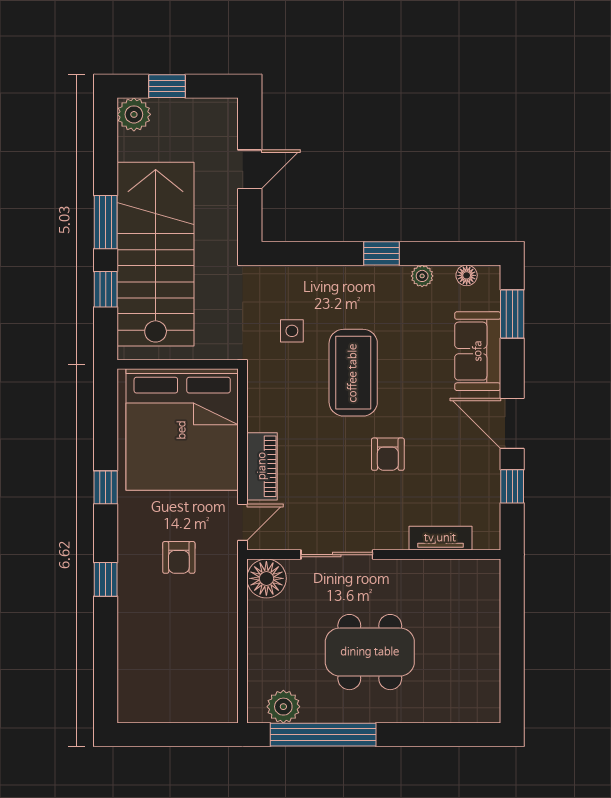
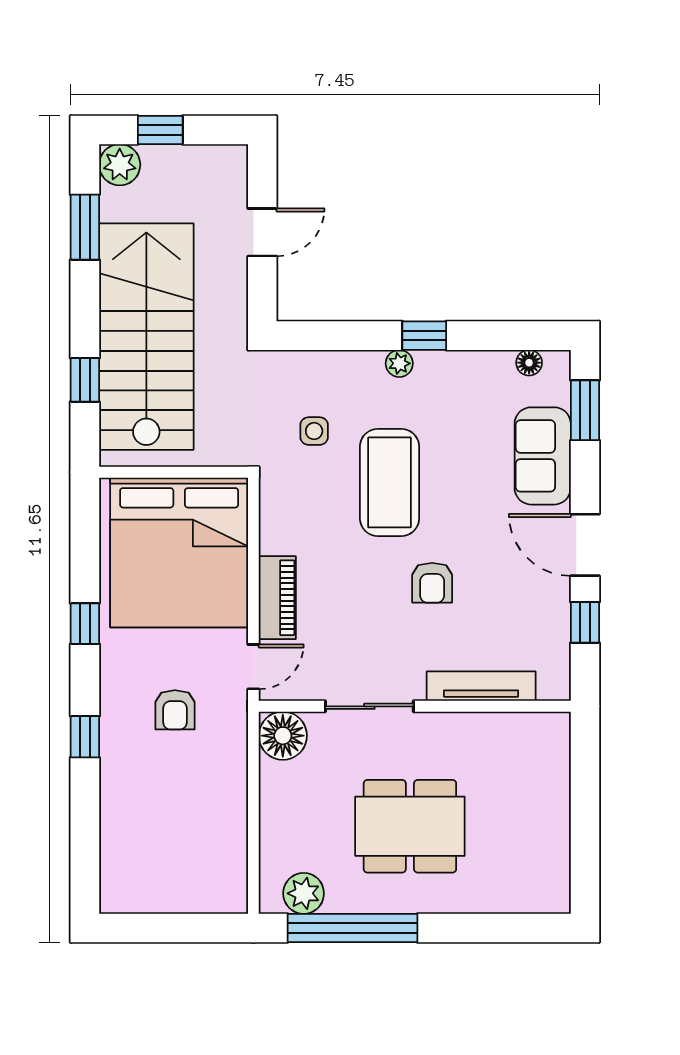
window: (106, 222) -> (85, 227), moved
plant: (422, 276) -> (399, 363), moved
tv unit: (440, 538) -> (481, 686), width x1.41

